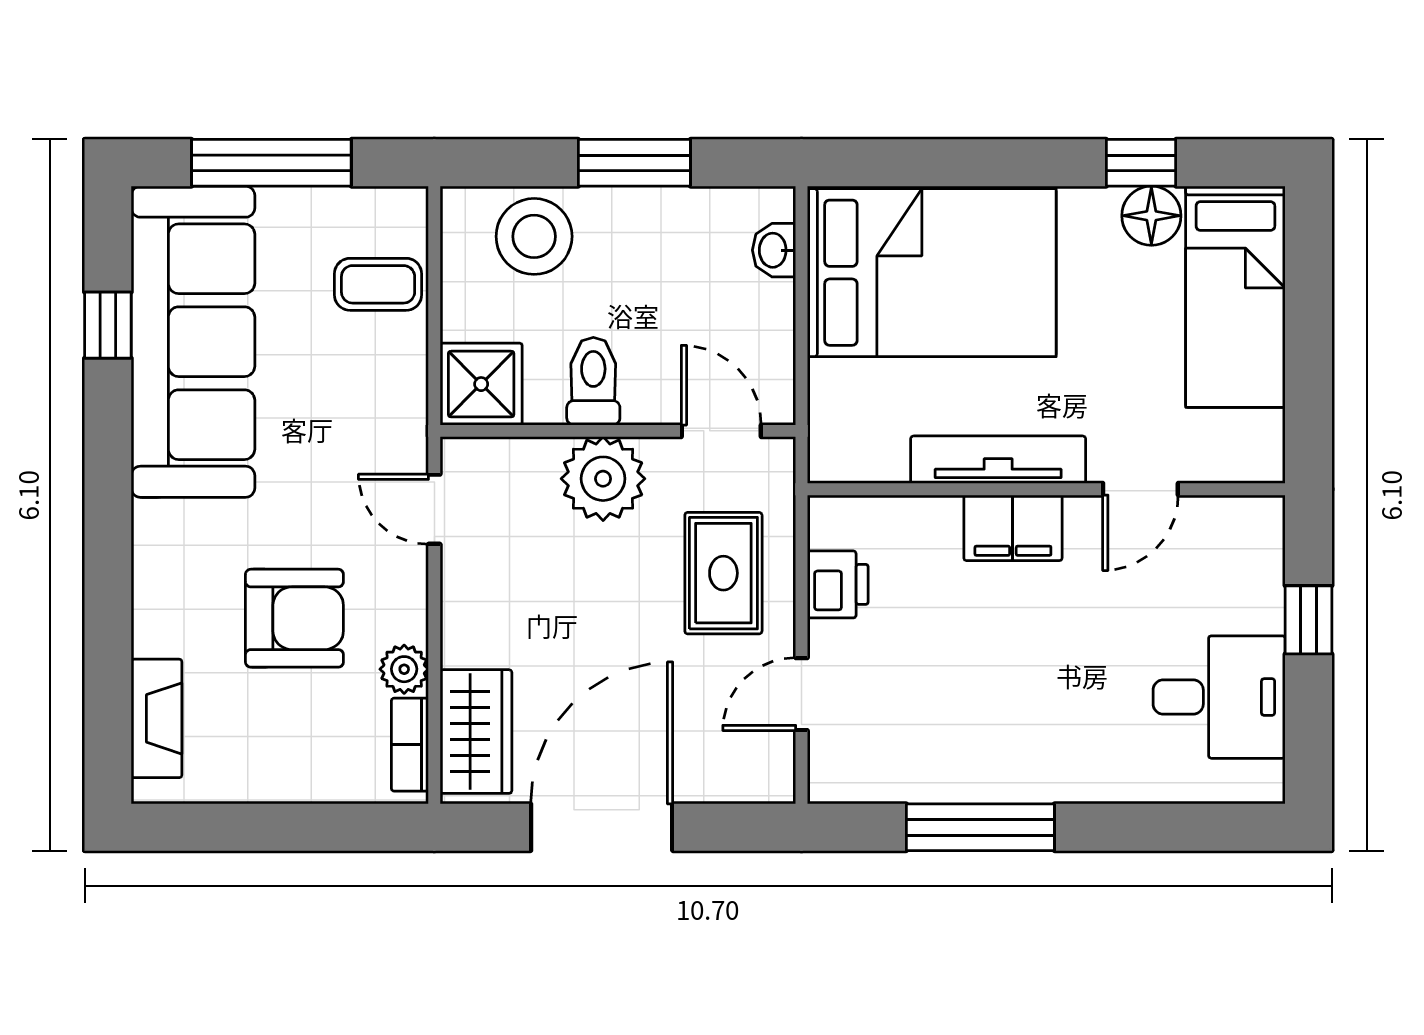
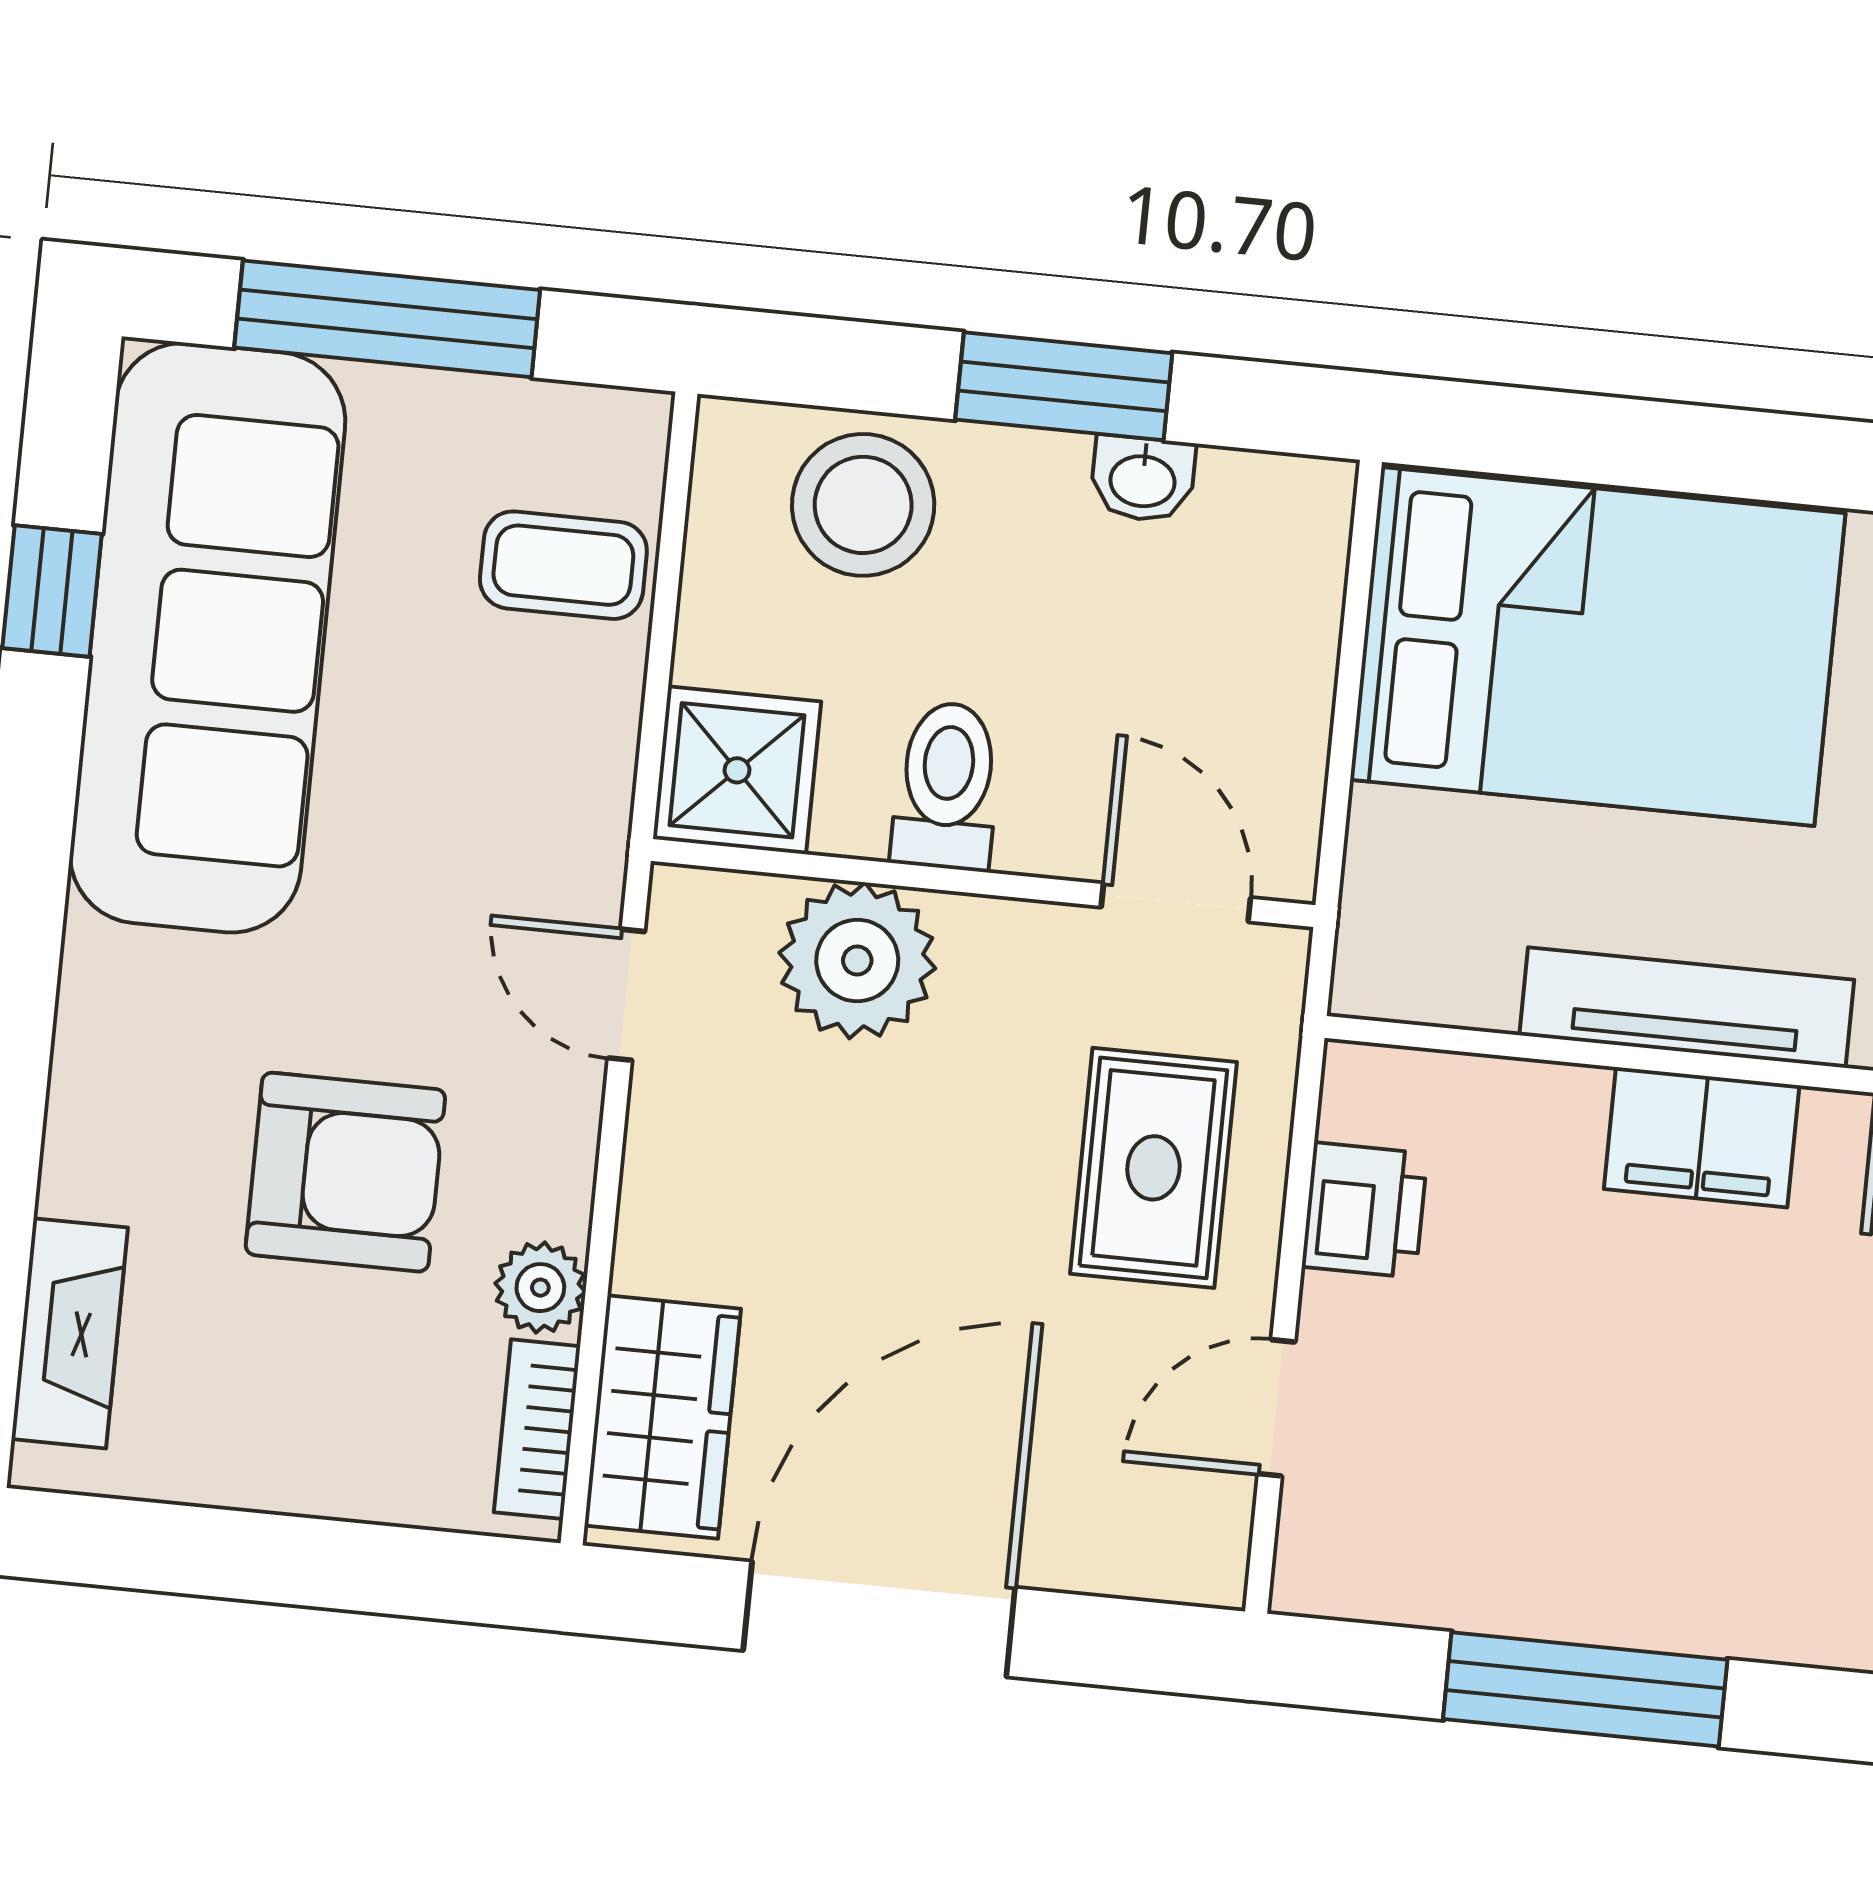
washbasin: (774, 250) -> (1143, 479), moved, turned -90
plant: (603, 479) -> (857, 960), moved

